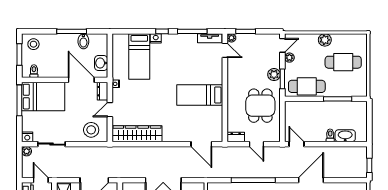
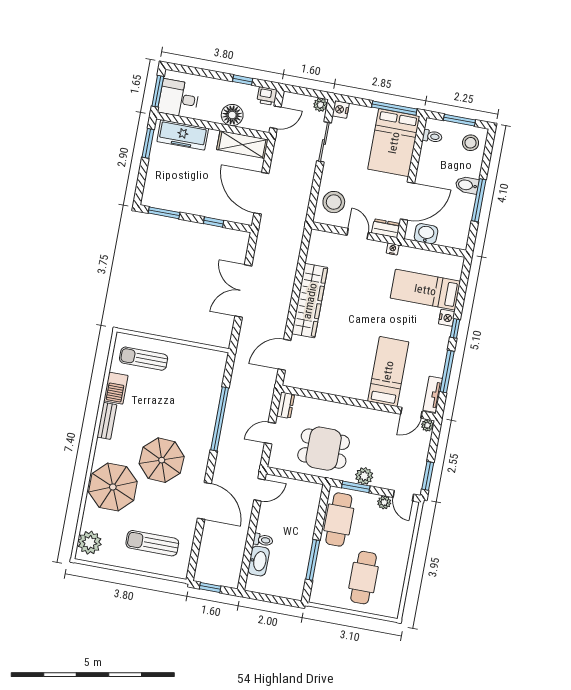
window: (246, 31) -> (428, 476), moved
plant: (325, 40) -> (400, 557), removed
bidet: (83, 41) -> (467, 185), moved
bed: (200, 95) -> (388, 372), moved
wardrobe: (137, 134) -> (310, 301), moved

